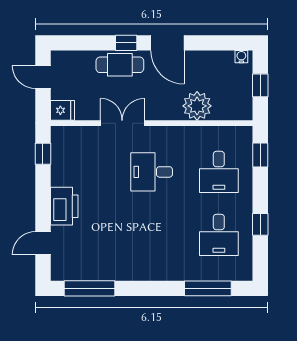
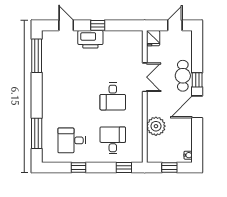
window: (43, 154) -> (98, 25), moved
desk: (152, 172) -> (113, 96), turned 180
desk: (219, 172) -> (113, 140), turned 90

